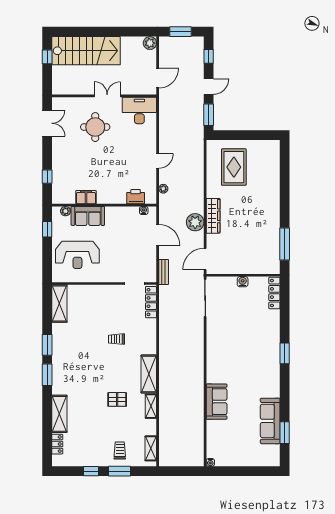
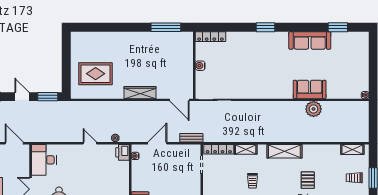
printer: (136, 197) -> (123, 152), moved
plant: (195, 222) -> (314, 109), moved
shelving: (151, 406) -> (246, 149), moved
sofa: (270, 421) -> (310, 40), moved

